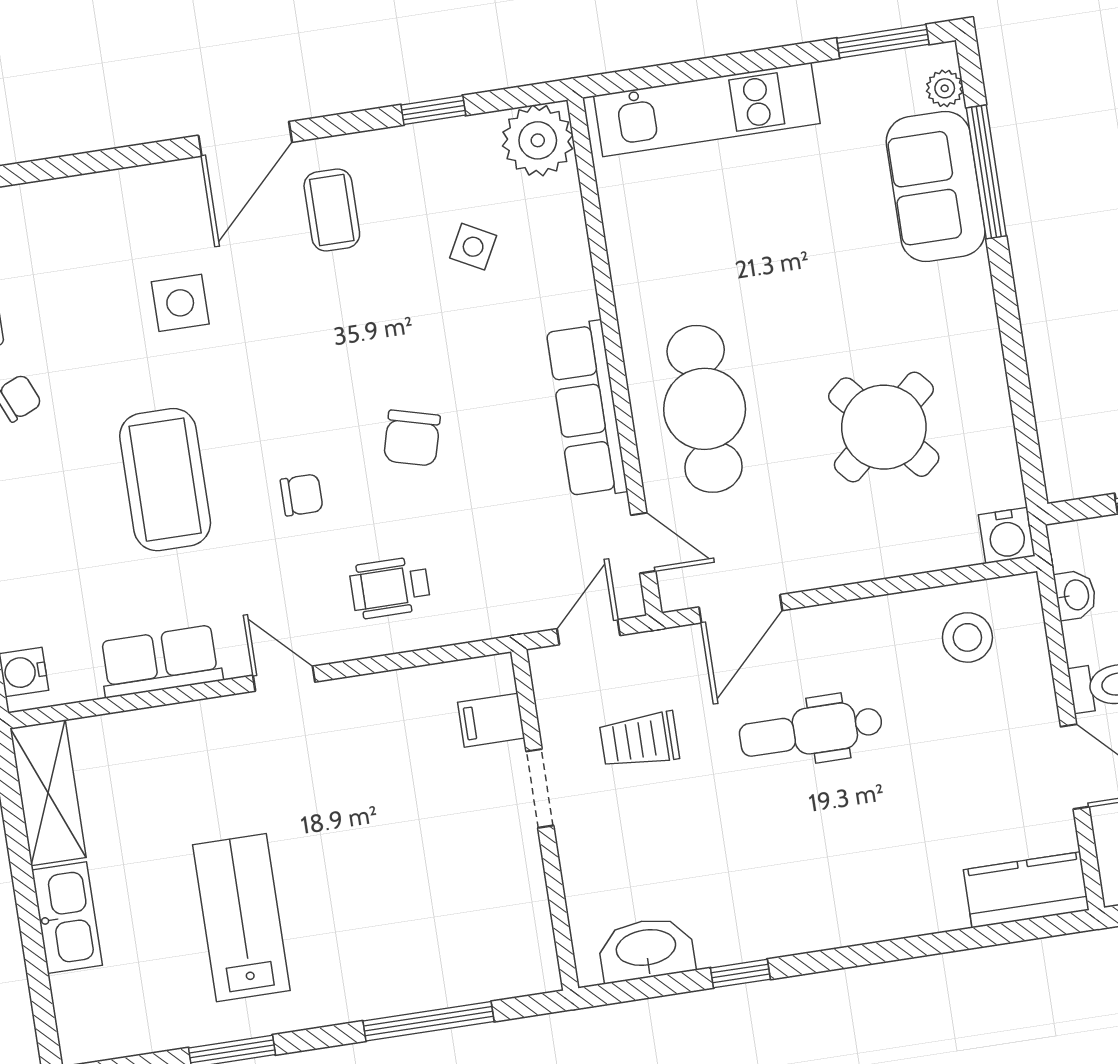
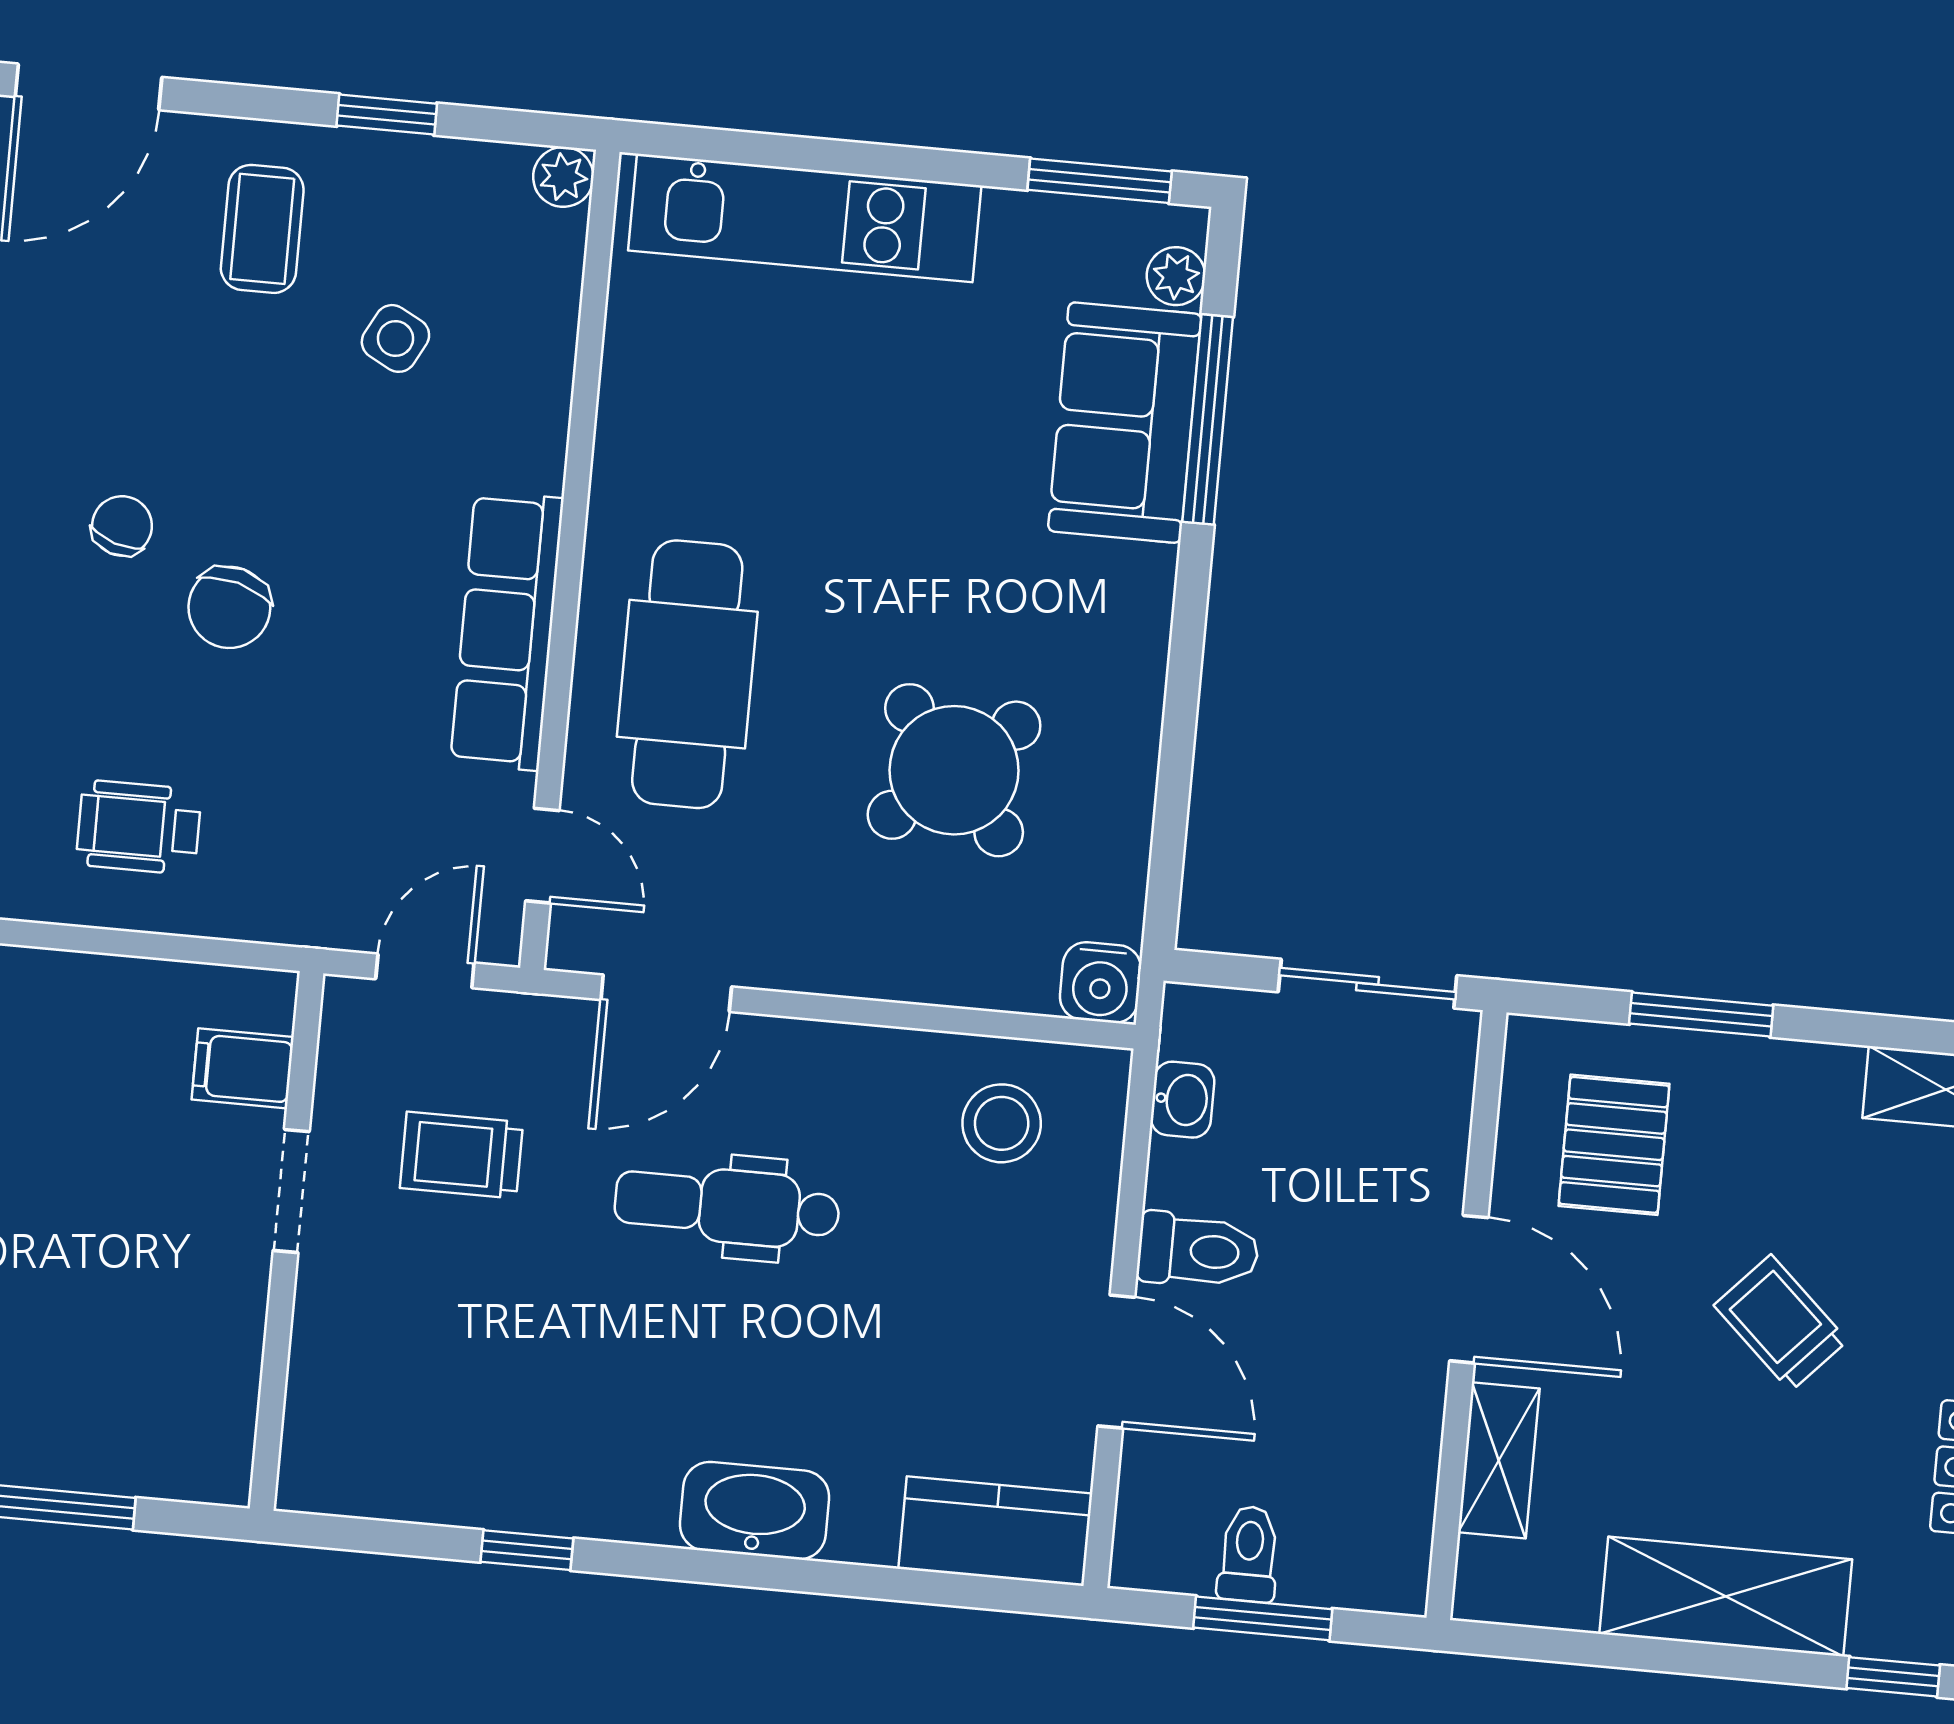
plant: (538, 140) -> (563, 177), width x0.53, depth x0.53
coffee table: (332, 210) -> (262, 229), moved
chair: (302, 495) -> (122, 526), moved, turned -72
washbasin: (646, 949) -> (755, 1511), moved

